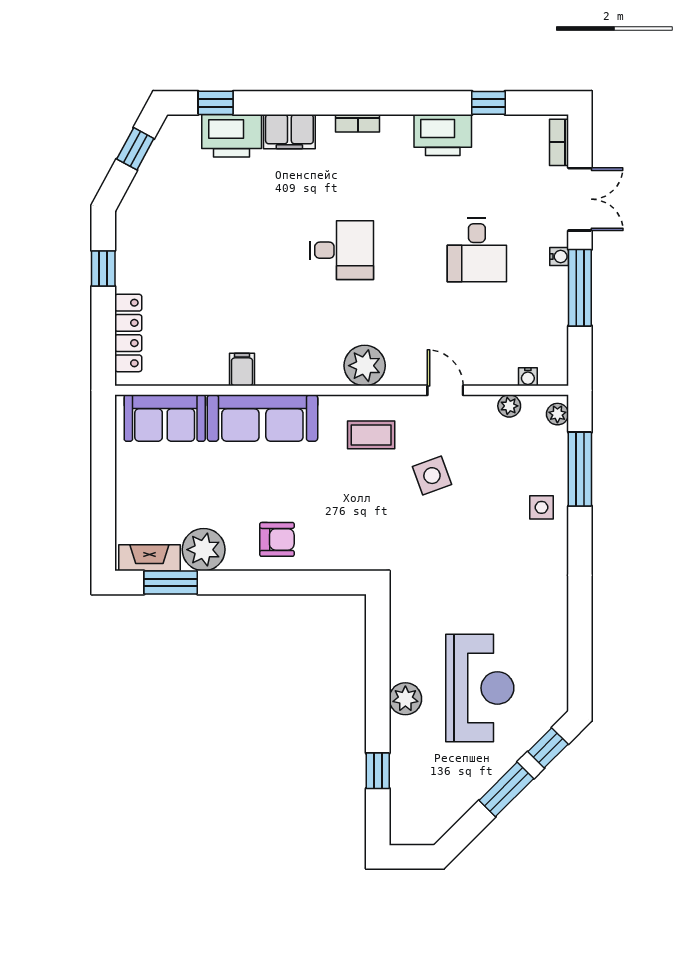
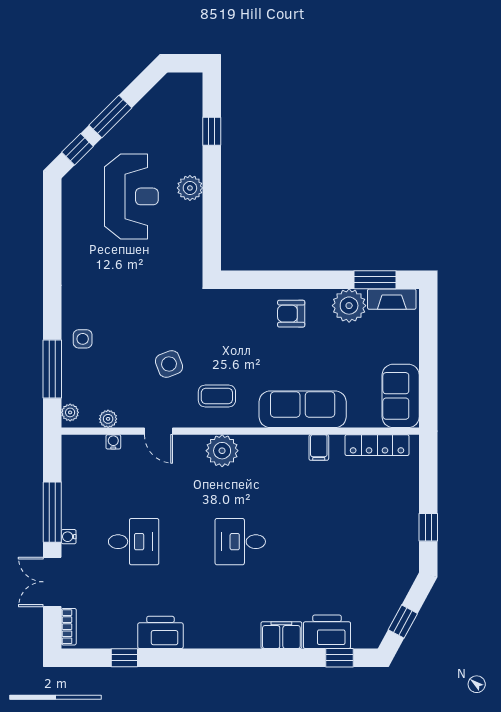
bookcase: (358, 123) -> (228, 642), removed
desk: (477, 250) -> (134, 542), turned 90
locker: (128, 333) -> (377, 445), moved, turned -90
water cooler: (528, 377) -> (113, 442), moved
sofa: (165, 418) -> (401, 396), moved, turned -90
reception desk: (480, 688) -> (131, 196), turned 180

